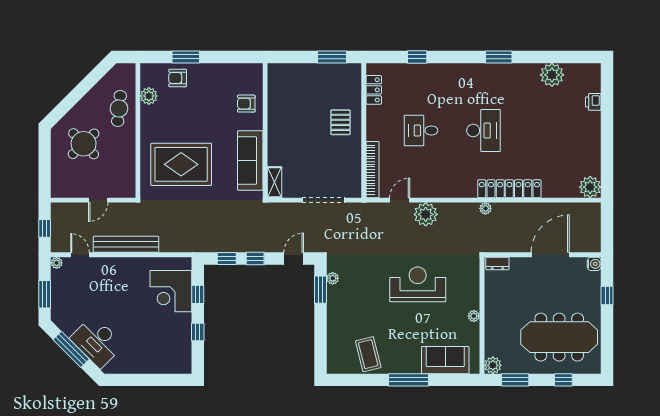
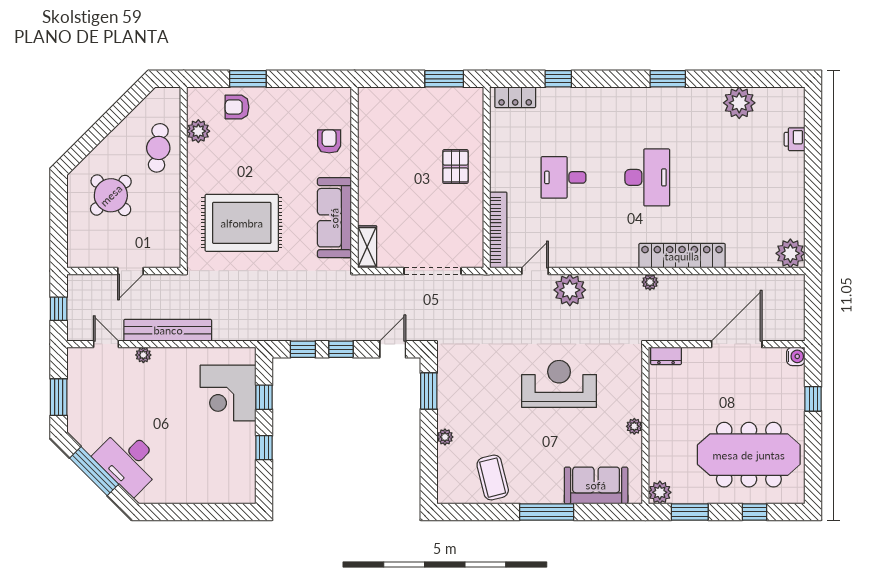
locker: (374, 90) -> (515, 97), moved, turned 90
armchair: (246, 104) -> (329, 141), turned 90
plant: (57, 263) -> (143, 355), moved
plant: (333, 278) -> (445, 437), moved

